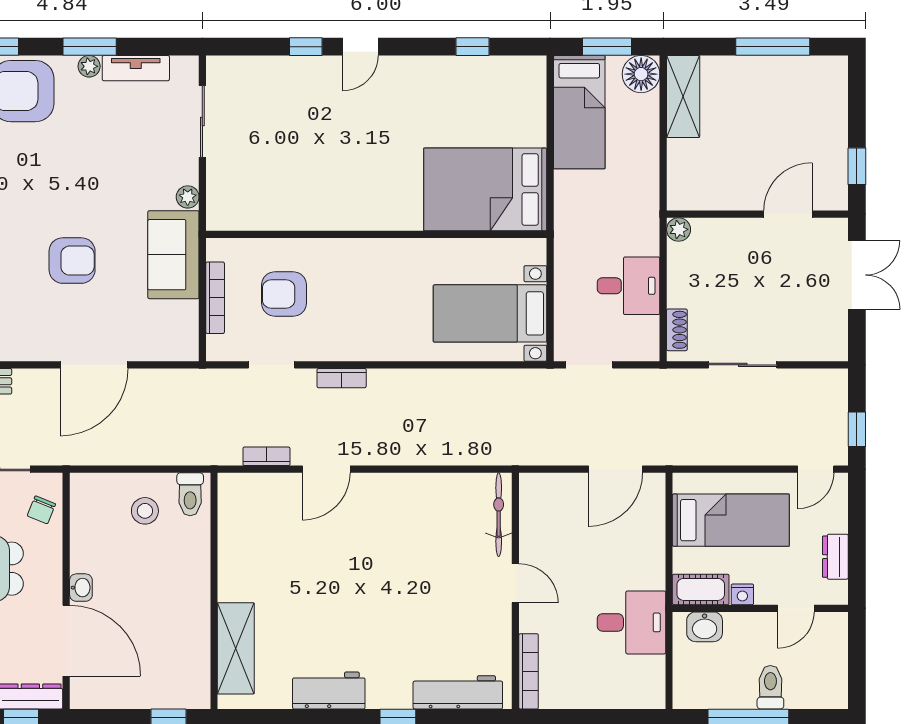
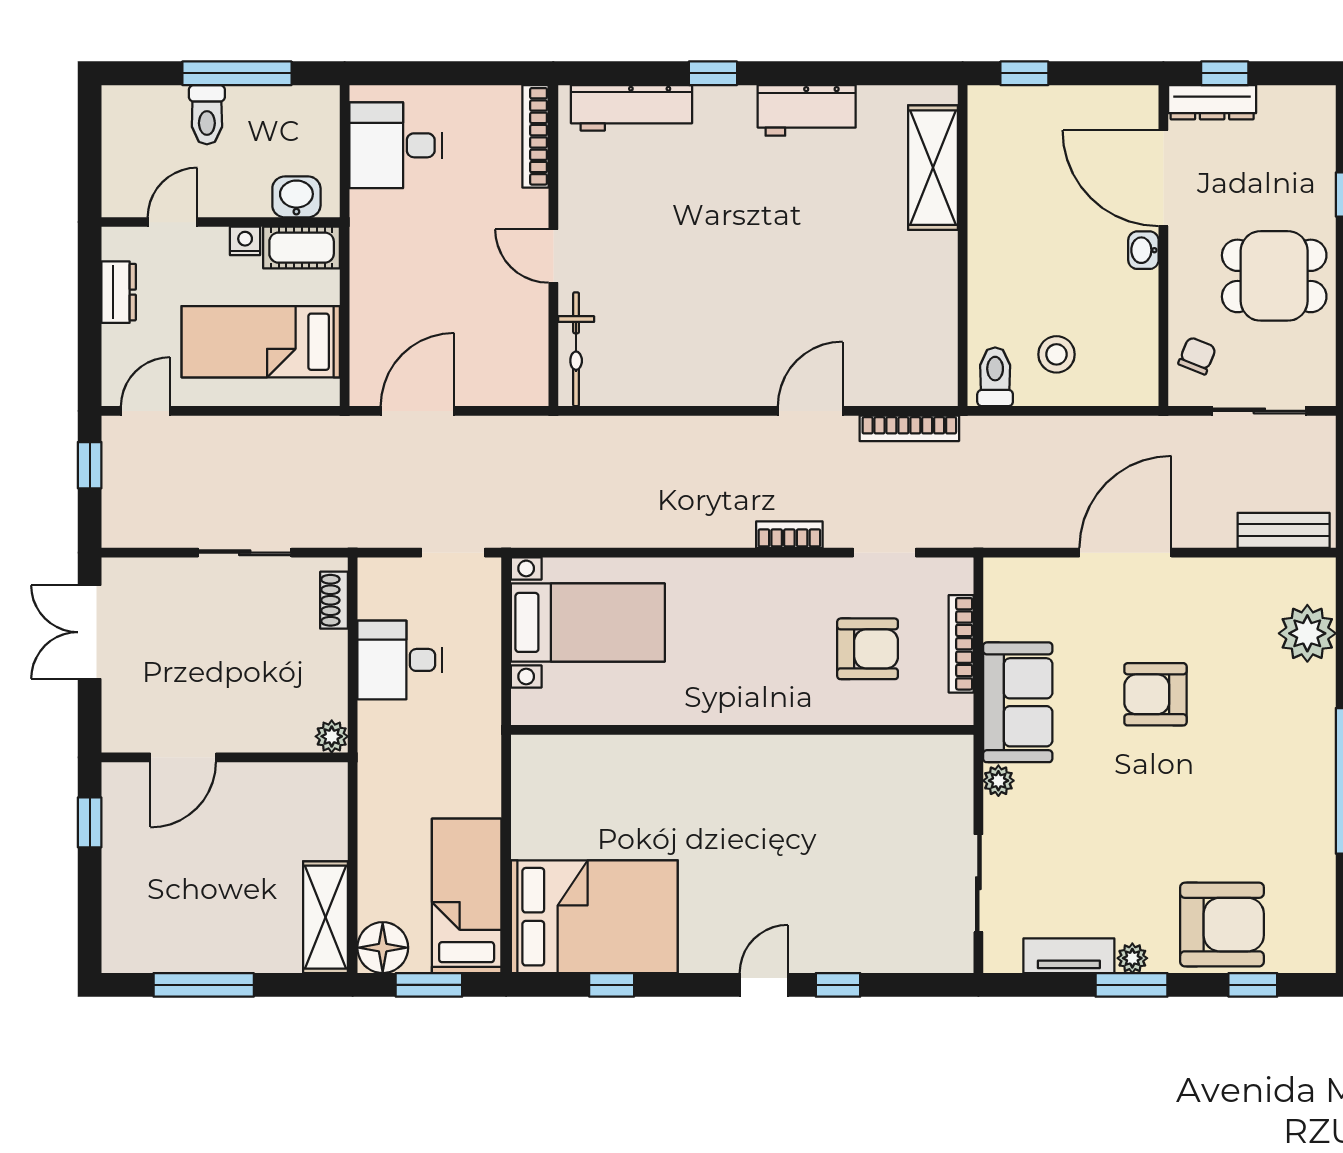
bed: (485, 189) -> (594, 917), moved
double door: (857, 275) -> (90, 632), moved
bookcase: (266, 456) -> (909, 428), width x1.56
desk: (631, 622) -> (396, 145), moved

